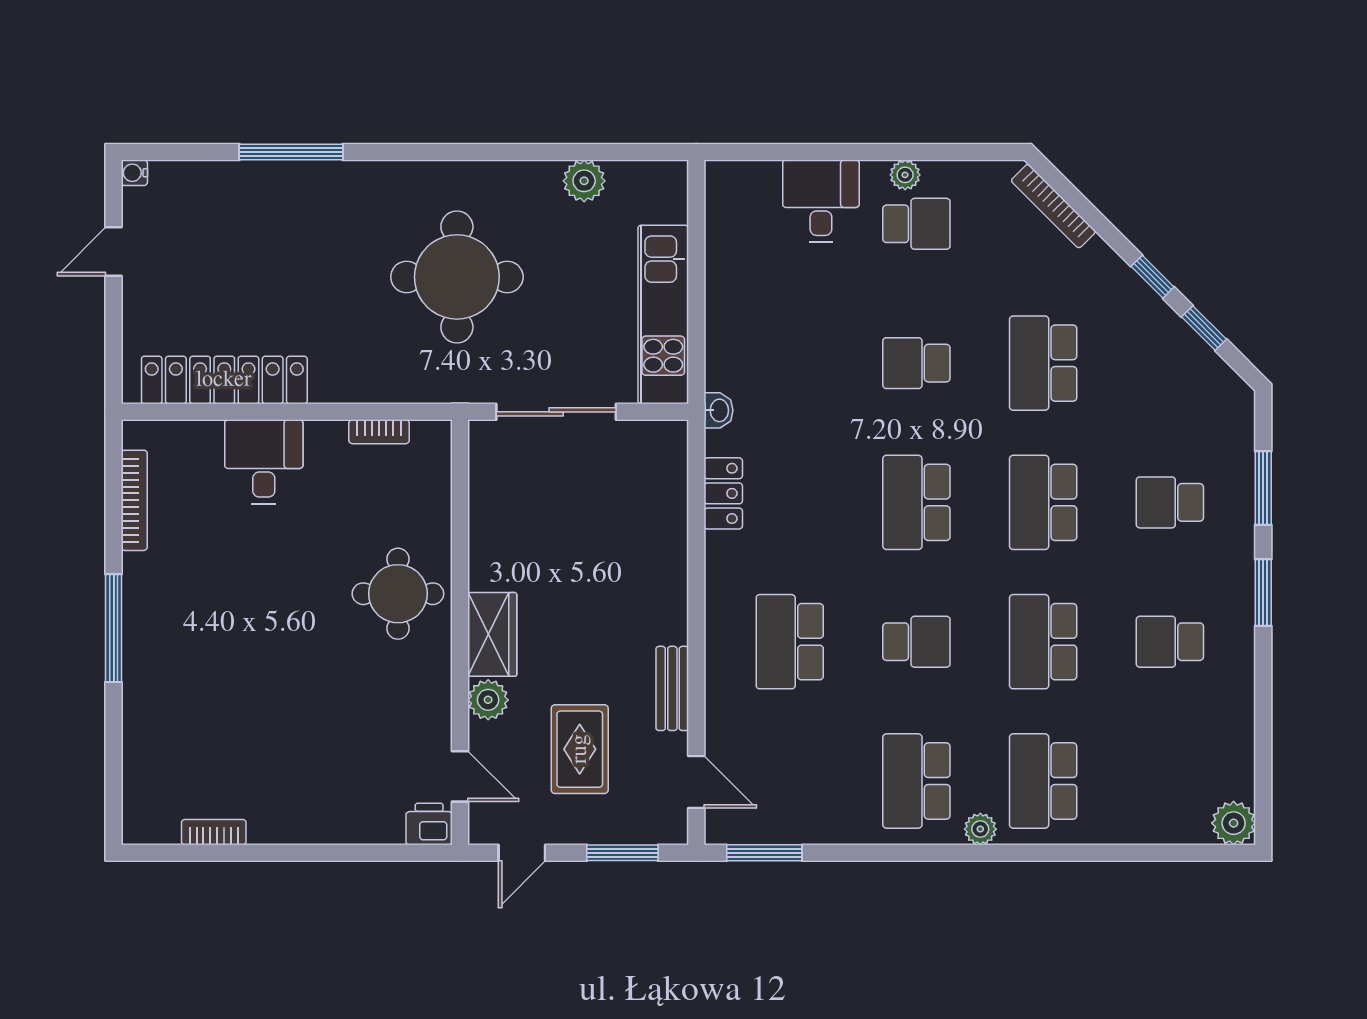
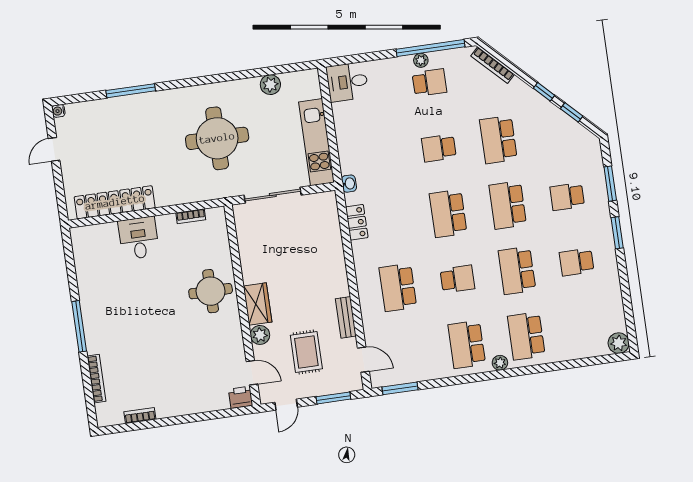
window: (929, 152) -> (431, 48), added
desk: (821, 201) -> (347, 82), moved, turned -90
bookcase: (134, 500) -> (97, 379), moved

